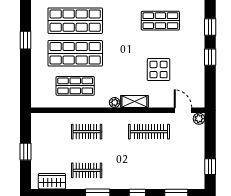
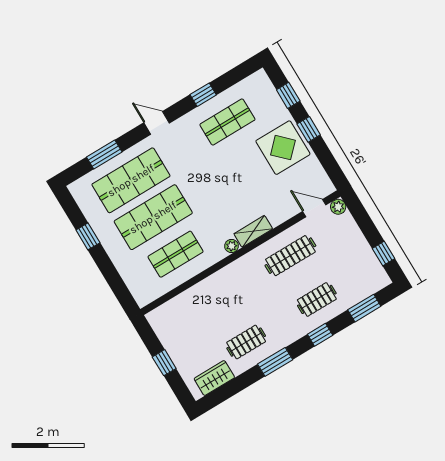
display table: (159, 70) -> (283, 148), moved, width x1.36, depth x1.36
clothes rail: (87, 132) -> (317, 299), moved

